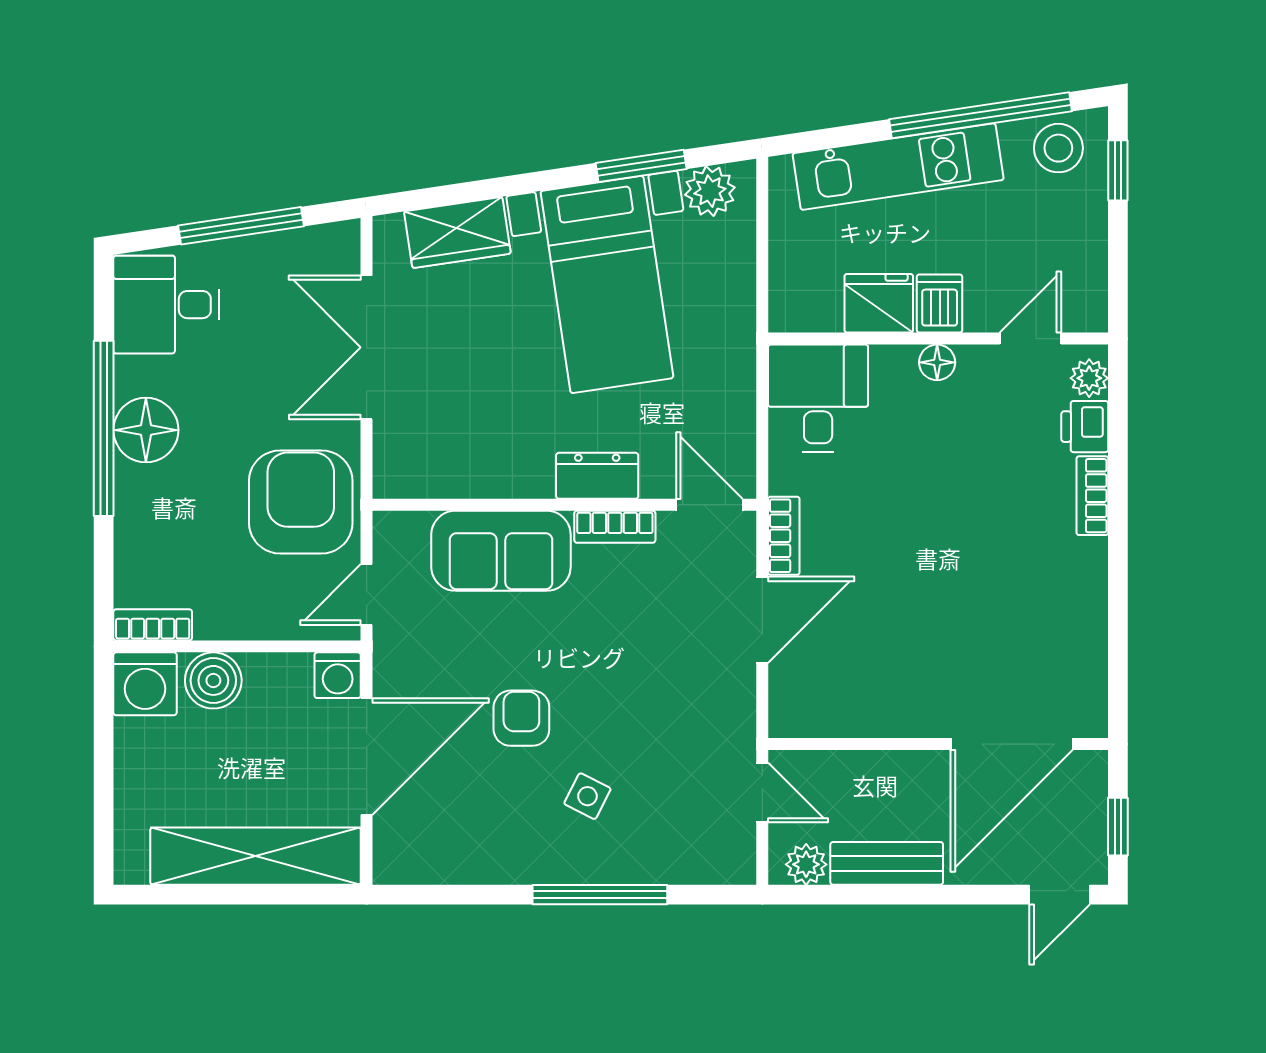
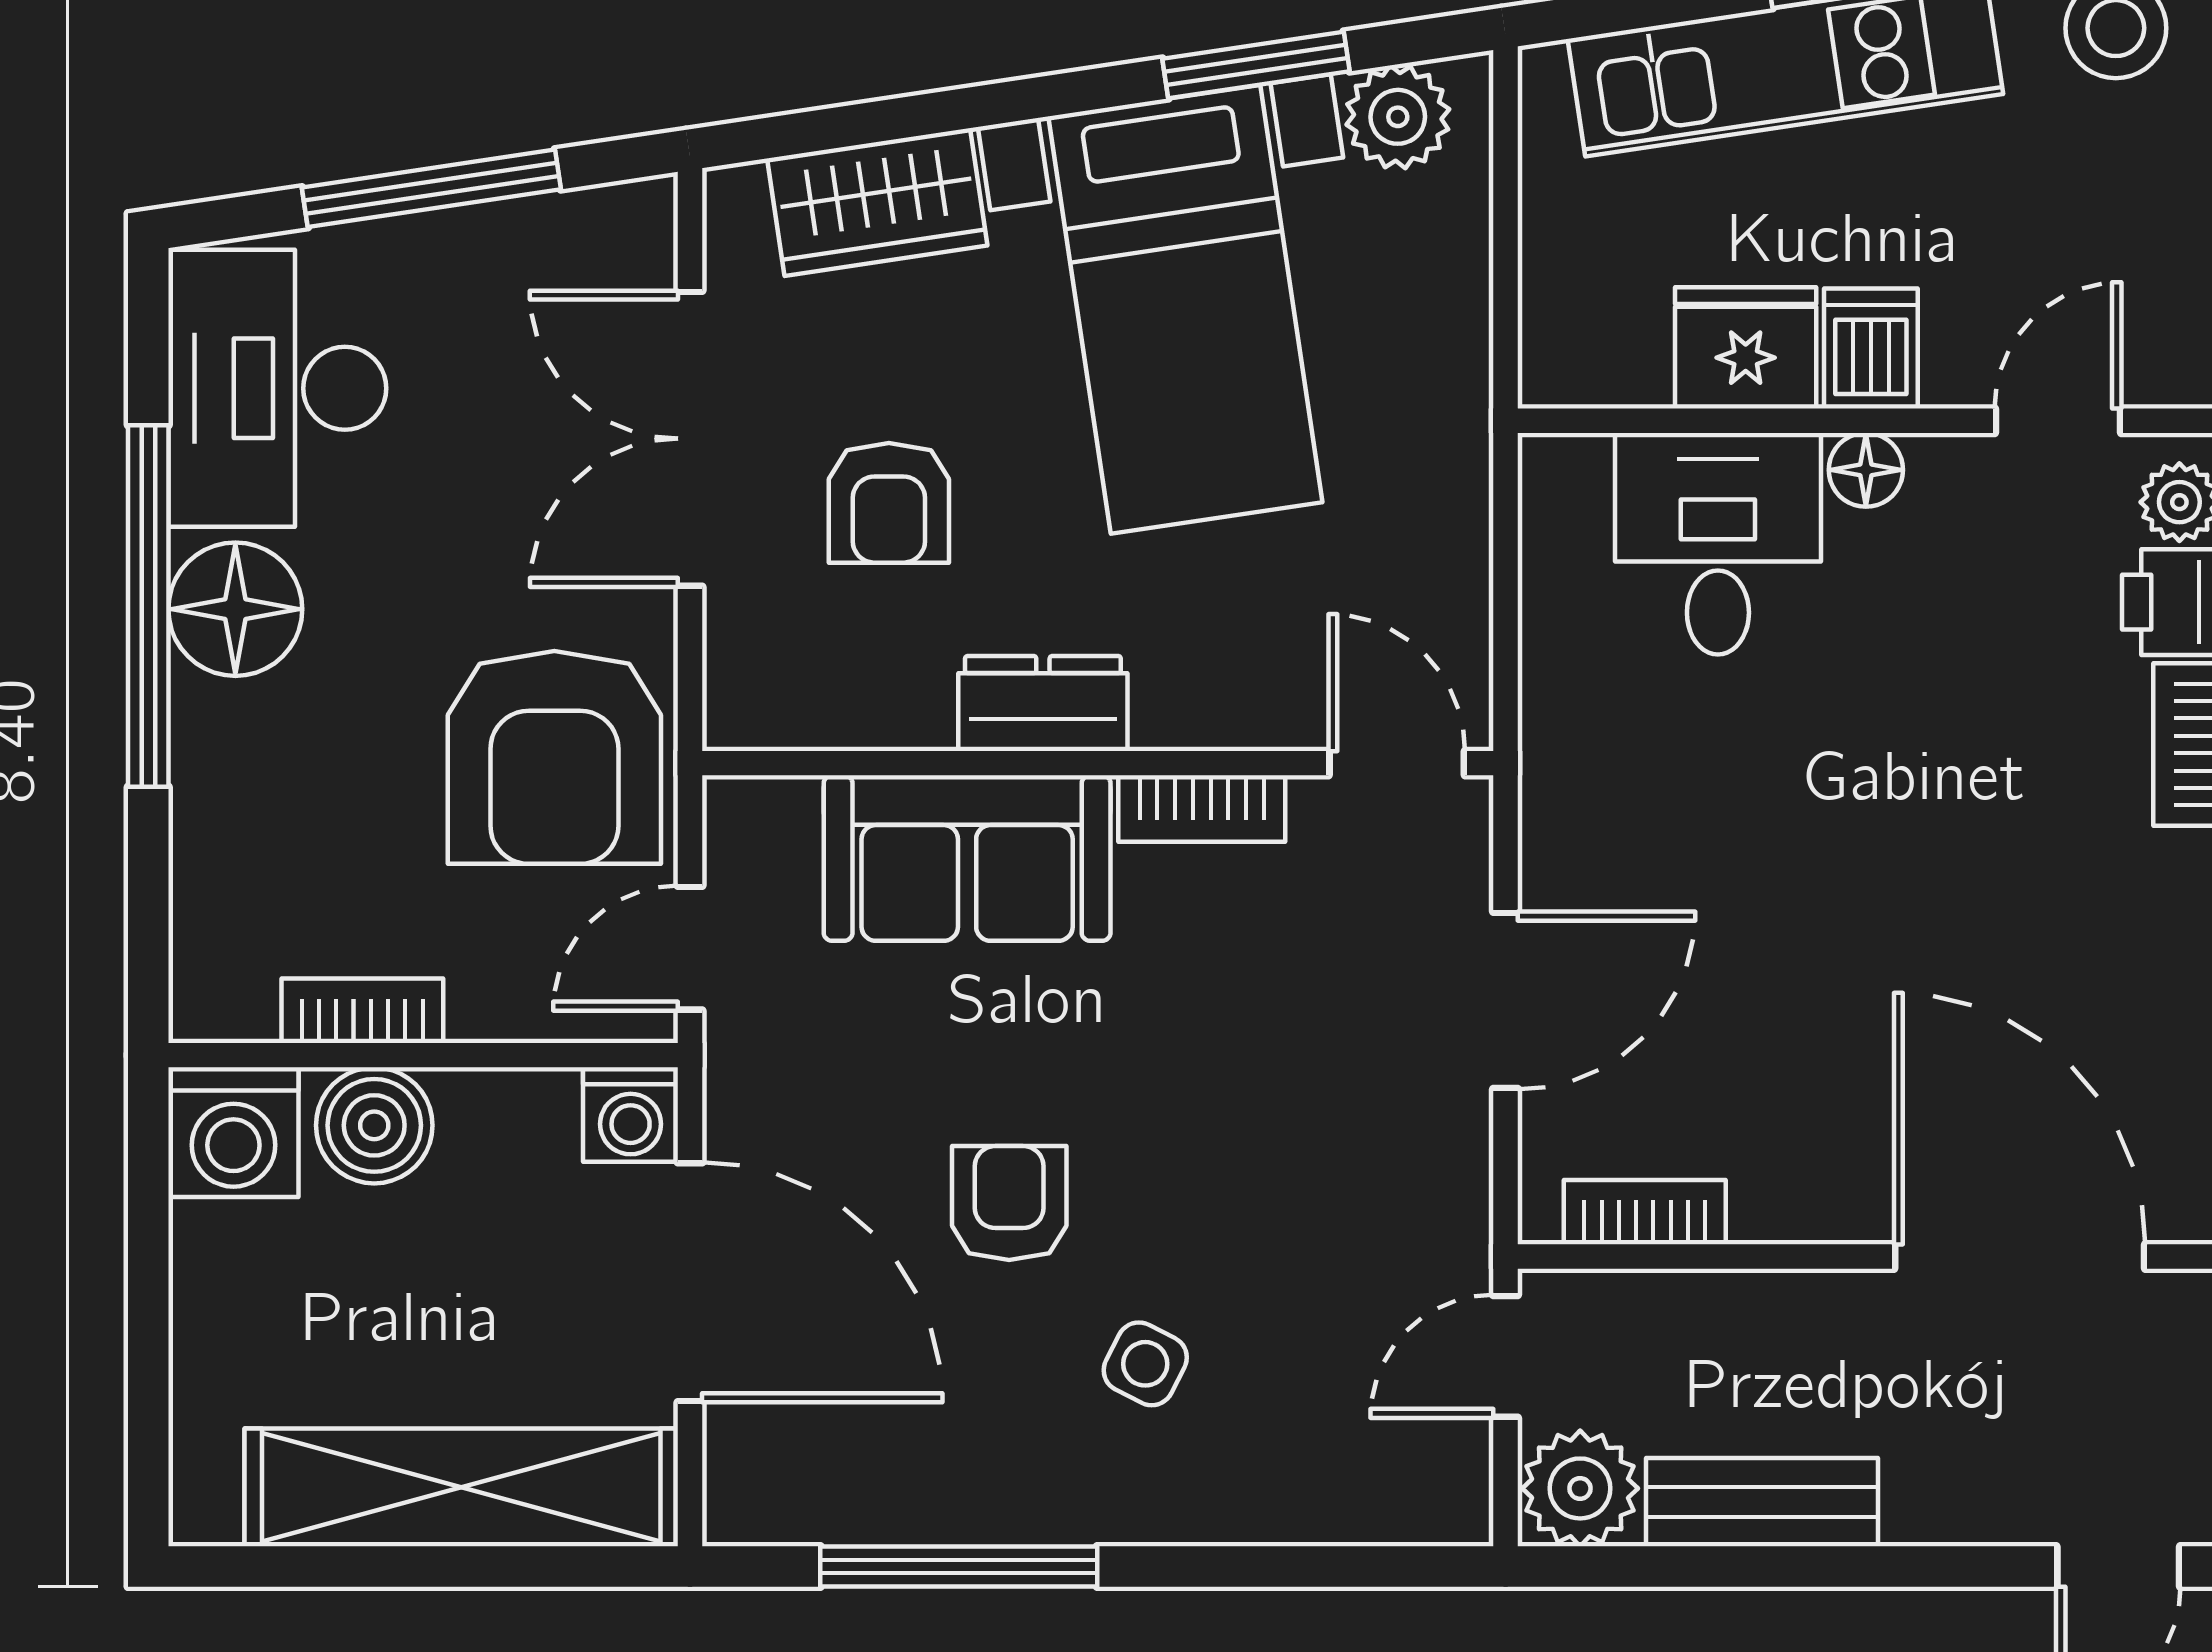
desk: (166, 305) -> (277, 388), width x1.37
armchair: (463, 378) -> (889, 503), added
desk: (818, 398) -> (1718, 544), moved
dresser: (597, 476) -> (1043, 703), moved
armchair: (301, 502) -> (554, 757), turned 180
bookcase: (784, 536) -> (1645, 1212), moved, turned -90
bookcase: (153, 625) -> (362, 1011), moved
door: (1012, 744) -> (2020, 1256), swing flipped
door: (367, 757) -> (690, 1282), hinge flipped
door: (762, 793) -> (1506, 1356), swing flipped
plant: (806, 864) -> (1580, 1488), width x1.38, depth x1.38
window: (600, 895) -> (959, 1567), moved

